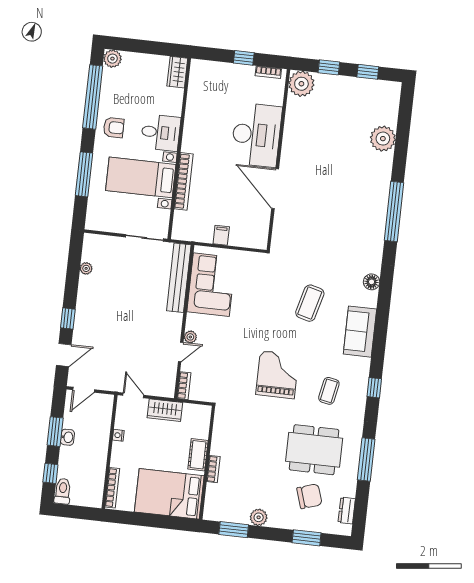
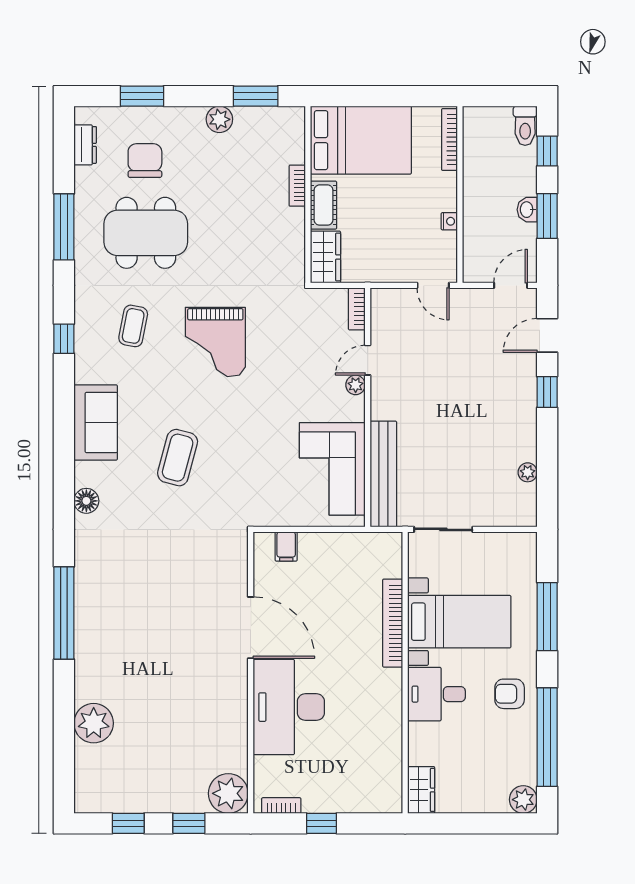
filing cabinet: (221, 235) -> (286, 547), moved
wardrobe: (165, 410) -> (325, 257), moved, turned 90
chair: (309, 496) -> (145, 161), turned 108

